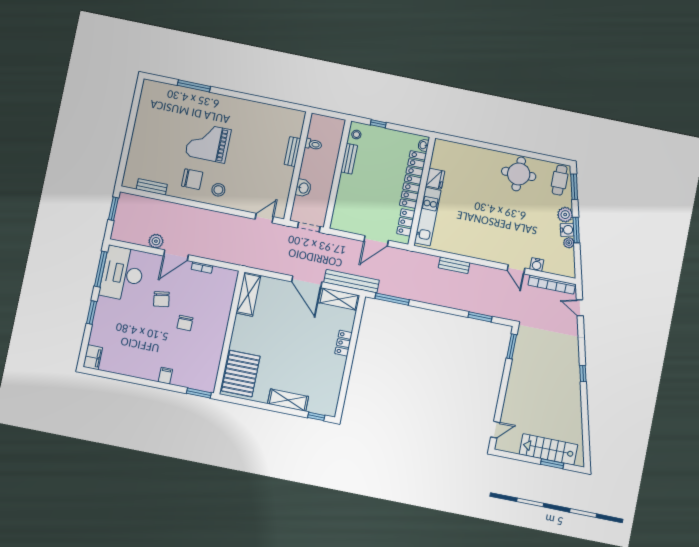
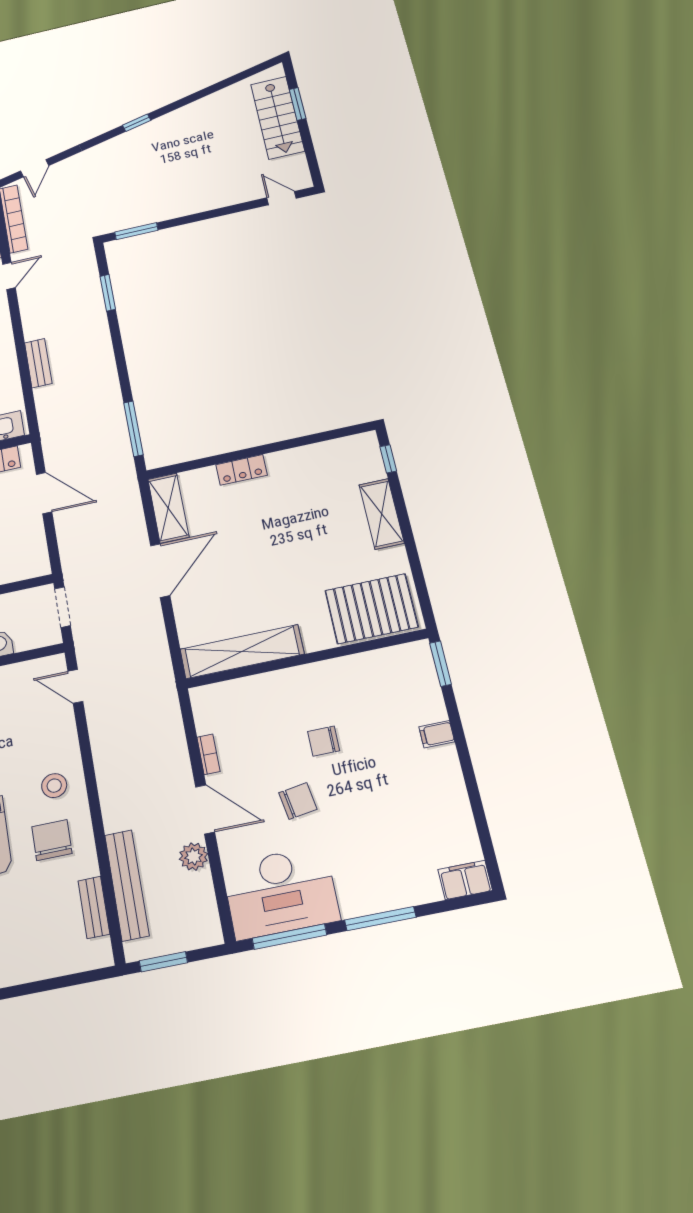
bench: (352, 281) -> (127, 885), moved
shelving: (248, 294) -> (242, 652), width x1.47
window: (92, 312) -> (380, 919), width x1.44
chair: (185, 323) -> (324, 741), turned 180

